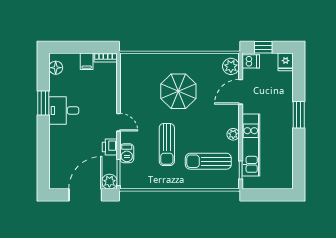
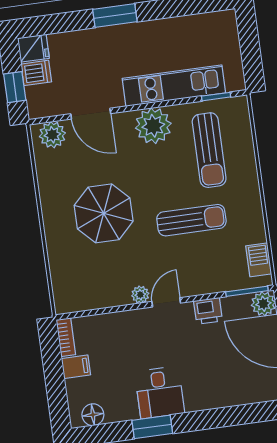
dishwasher: (251, 61) -> (36, 73), moved, turned 90
plant: (125, 107) -> (140, 295), added
plant: (233, 134) -> (153, 126), width x1.88, depth x1.88
barbecue: (127, 153) -> (259, 260), moved, turned -90

